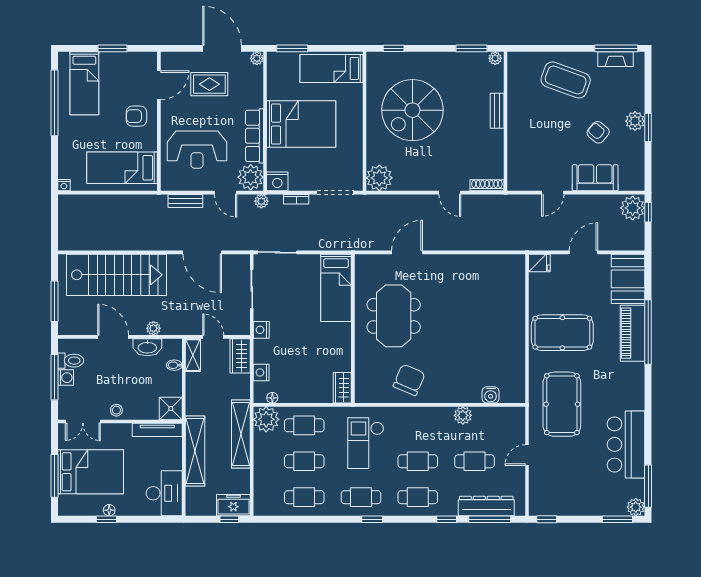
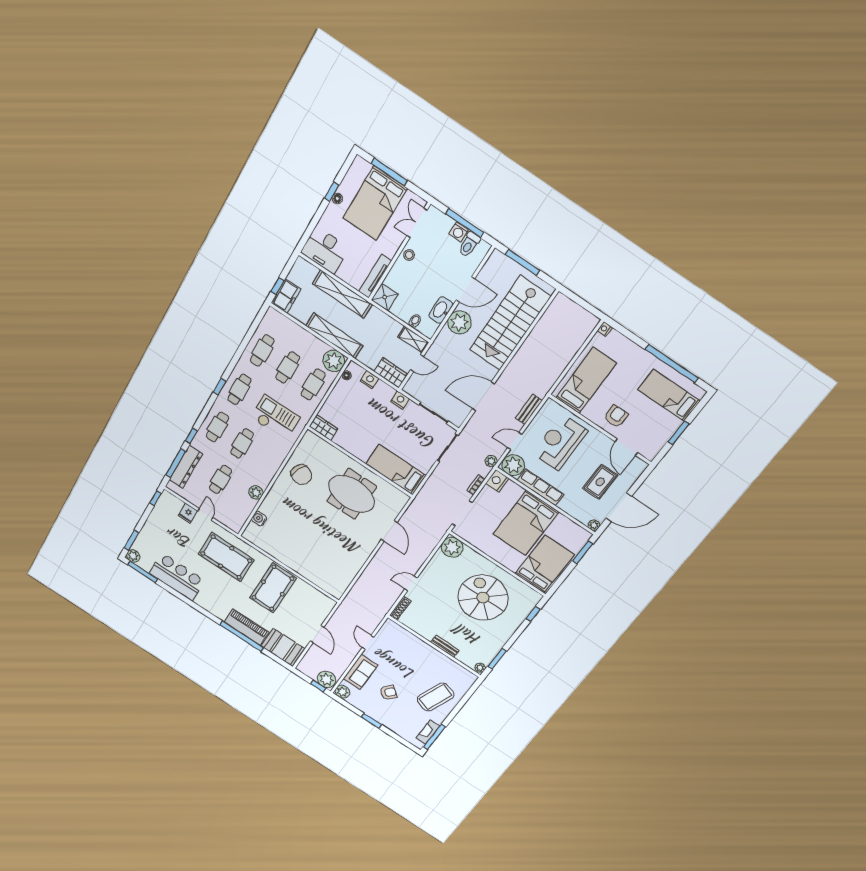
bed: (331, 69) -> (544, 564), width x1.50
plant: (635, 121) -> (343, 692), moved
fridge: (539, 263) -> (188, 513), moved
plant: (153, 328) -> (459, 323), width x1.88, depth x1.88

